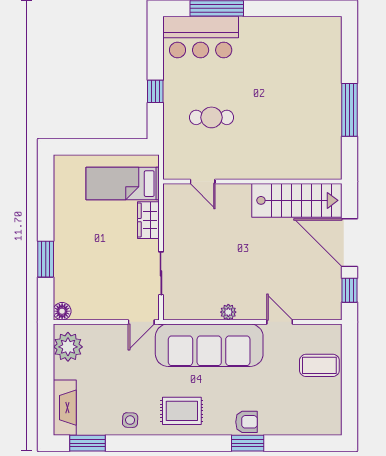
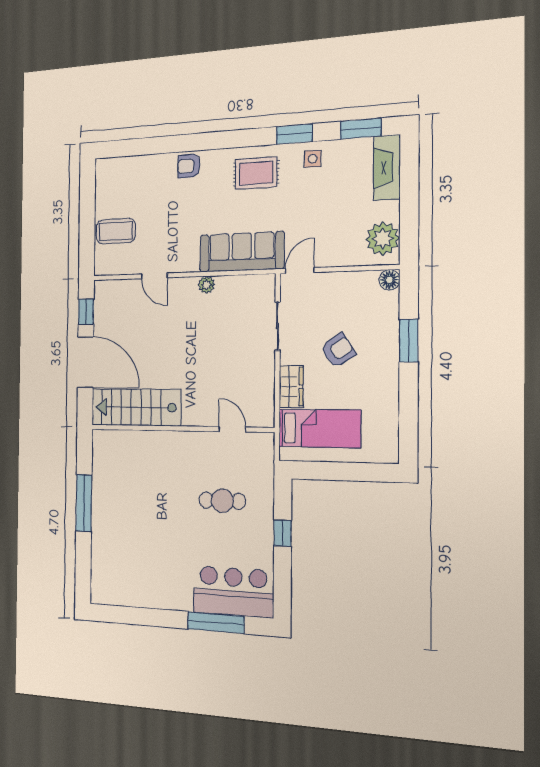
armchair: (106, 251) -> (338, 350), added
sofa: (209, 345) -> (242, 252), width x0.74, depth x0.79
window: (248, 443) -> (294, 134), moved

